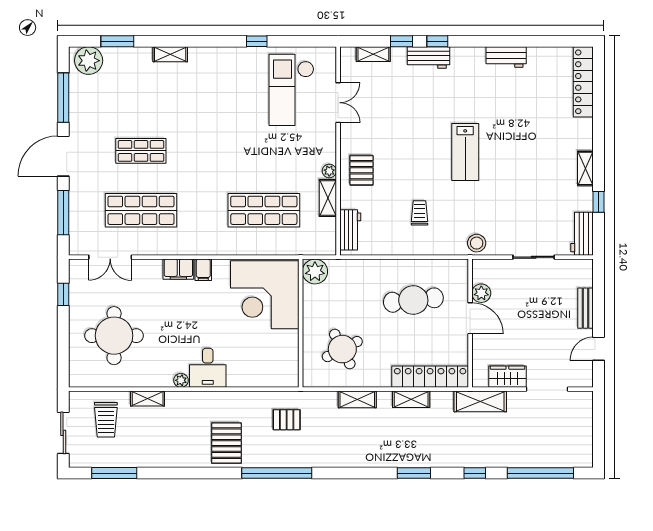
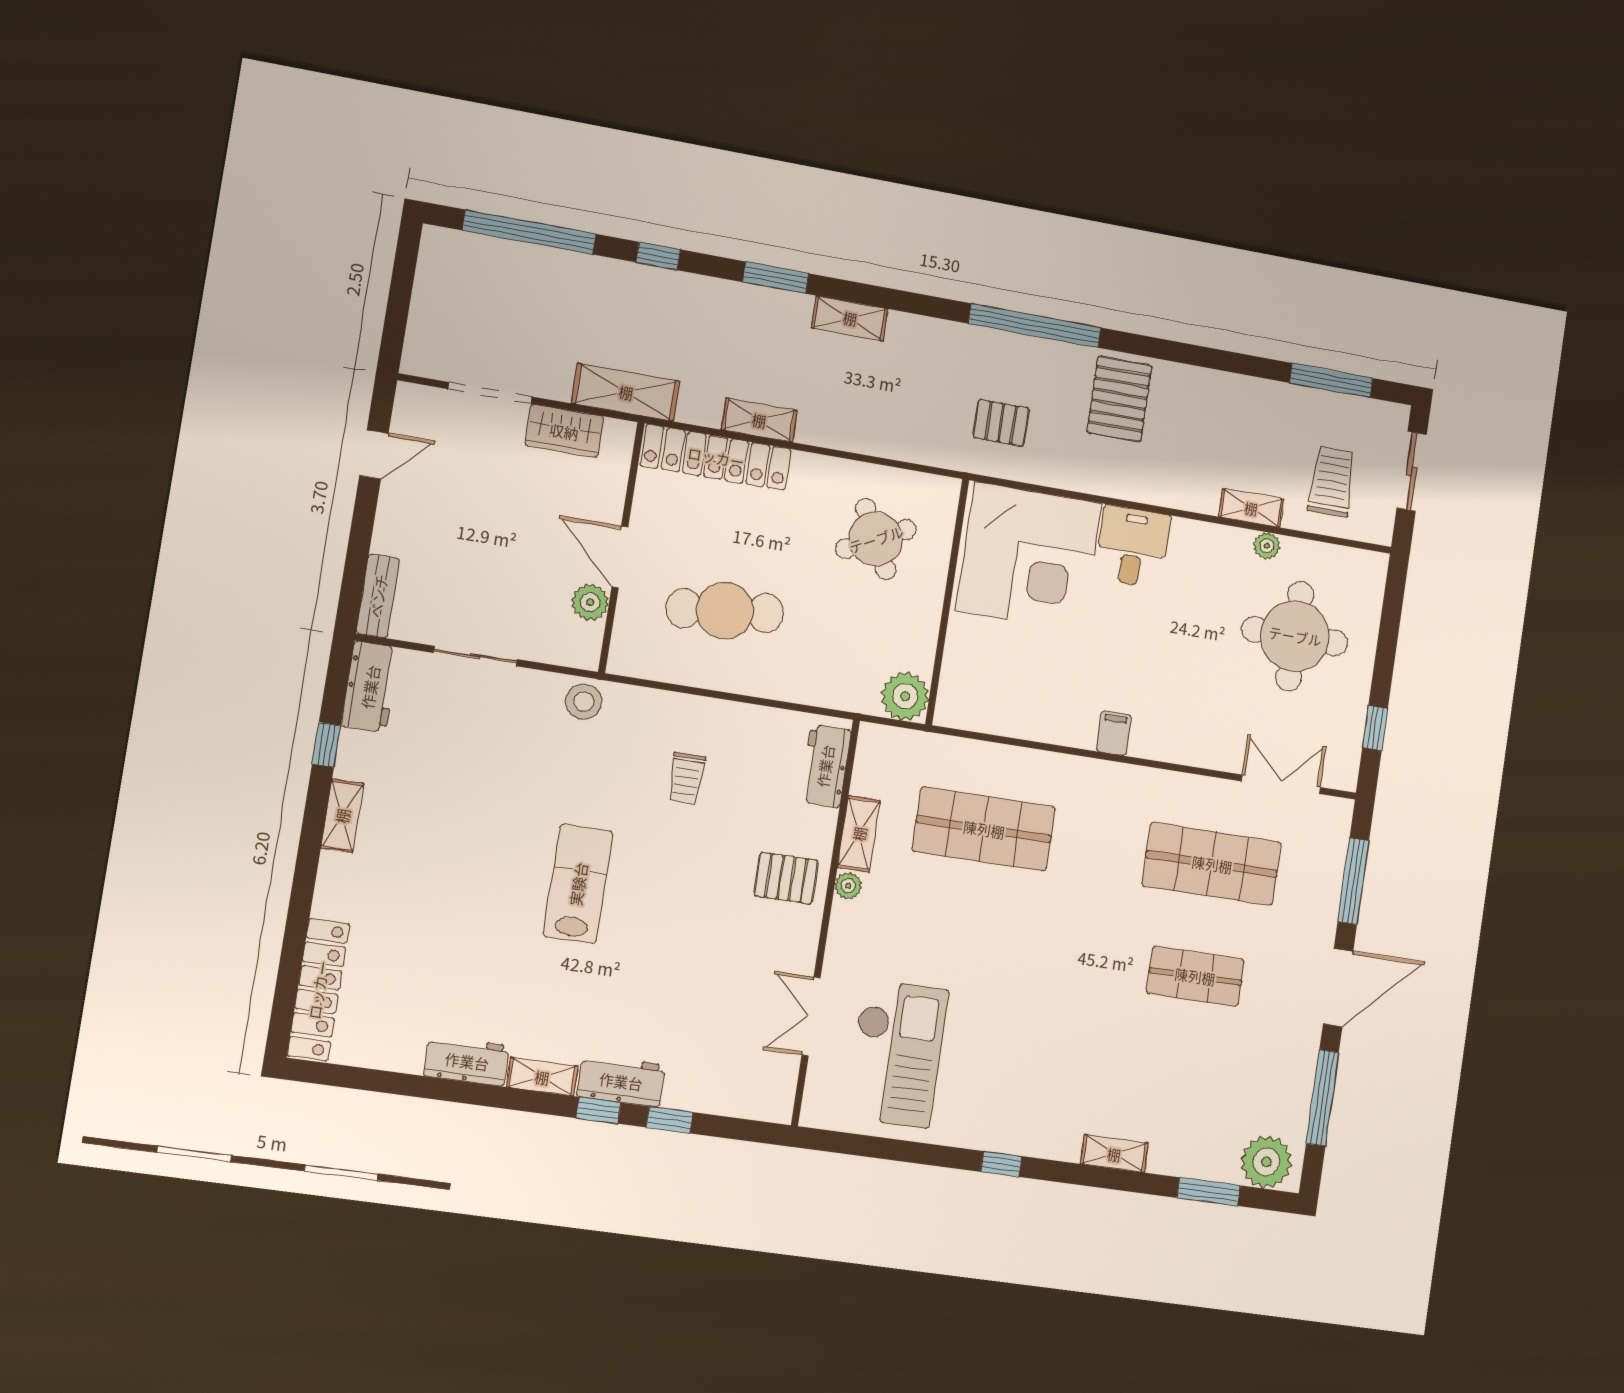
window: (257, 41) -> (1001, 1164), moved
shelving: (373, 54) -> (542, 1077), moved
pallet: (361, 170) -> (786, 878), turned 90
filing cabinet: (178, 269) -> (1159, 742), removed
corner desk: (265, 295) -> (1029, 557), moved, turned 90
bench: (586, 308) -> (378, 596), moved
plant: (181, 380) -> (1267, 546), moved
shelving: (357, 399) -> (850, 318), moved

